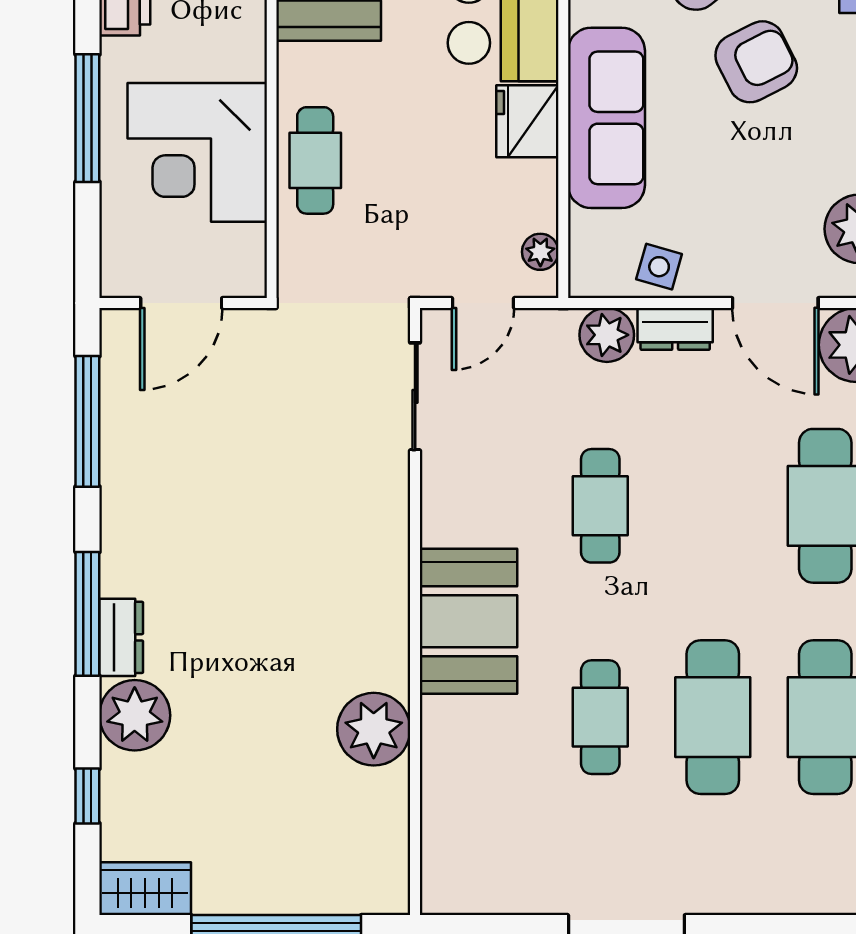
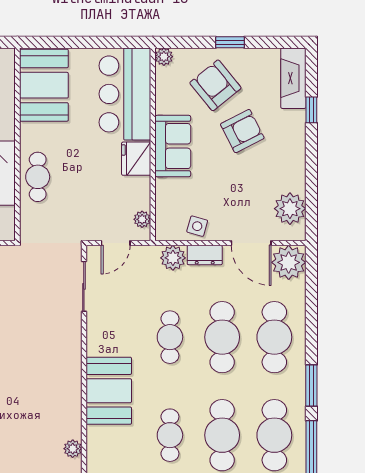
sofa: (606, 118) -> (173, 146), width x0.73
cafe table: (713, 506) -> (222, 337), added
plant: (374, 729) -> (73, 449), width x0.53, depth x0.53

